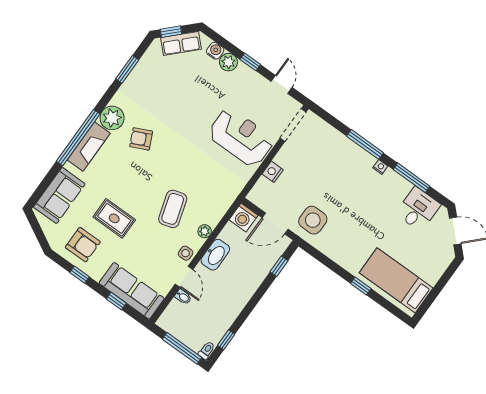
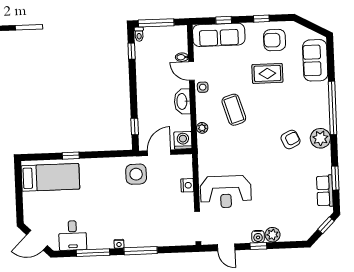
row of seats: (181, 43) -> (325, 191), moved, turned -45
water cooler: (215, 51) -> (258, 236), moved
fireplace: (89, 147) -> (321, 108), removed
plant: (205, 231) -> (202, 128), moved

